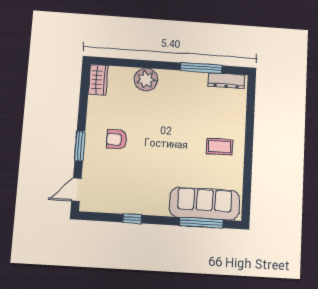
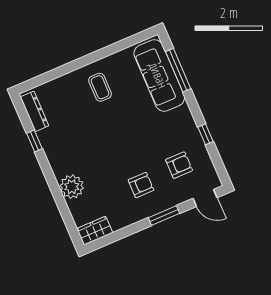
window: (201, 68) -> (34, 141), width x0.46
armchair: (117, 139) -> (141, 185), turned -90
armchair: (117, 181) -> (179, 165), added

